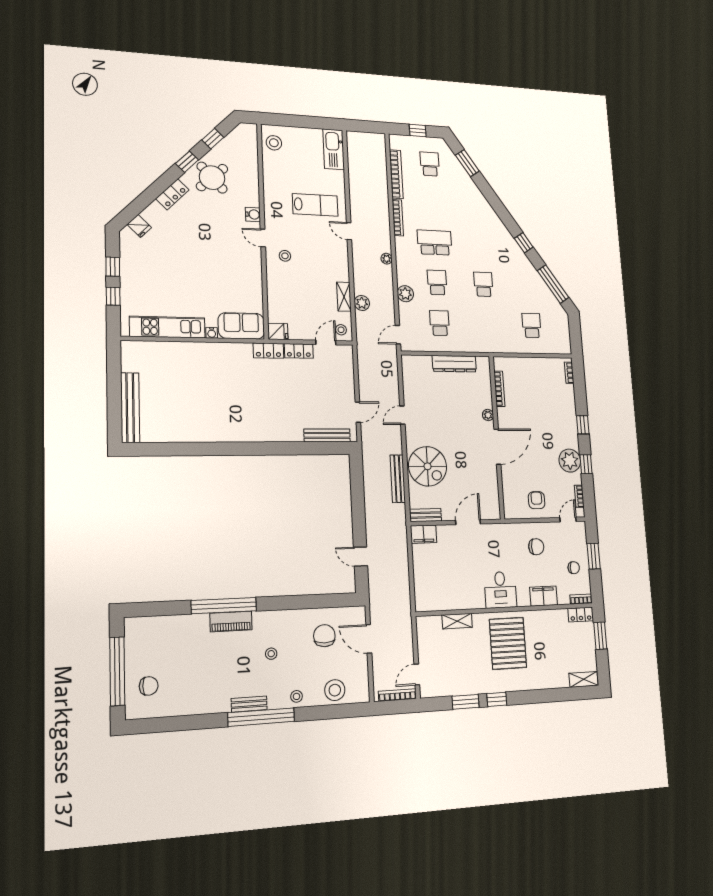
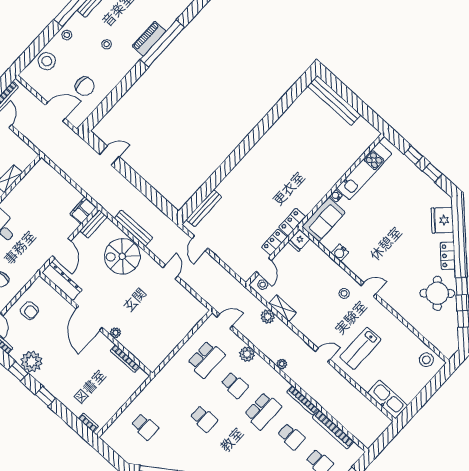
school desk: (432, 203) -> (291, 437), added
water cooler: (253, 214) -> (340, 253), moved
fridge: (139, 226) -> (442, 220), width x1.88, depth x1.34
school desk: (440, 323) -> (206, 359), width x1.85
door: (398, 335) -> (225, 321), hinge flipped
dresser: (454, 364) -> (62, 281), moved, turned 90

